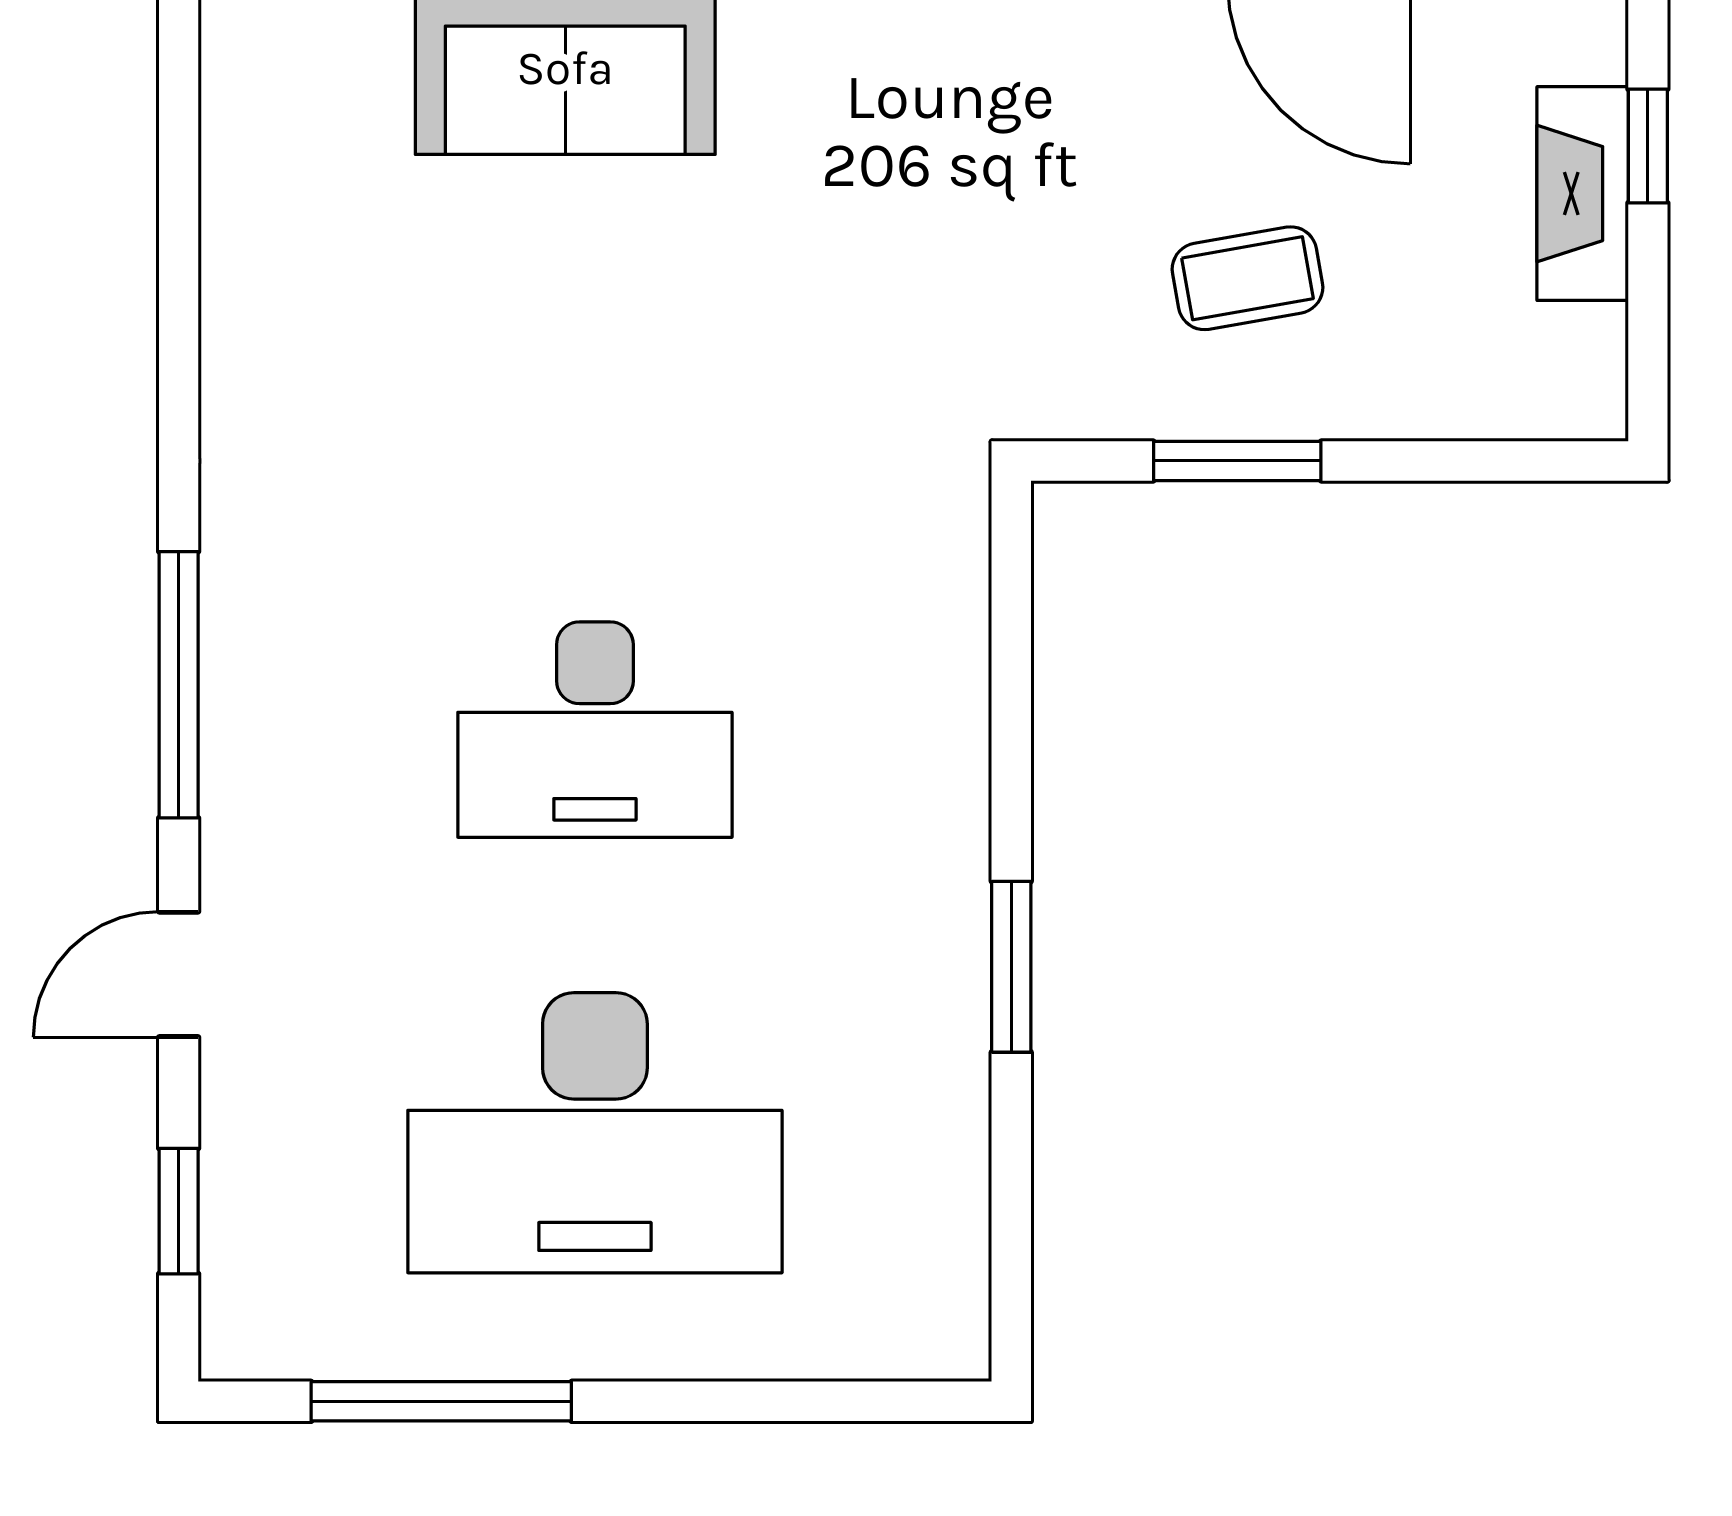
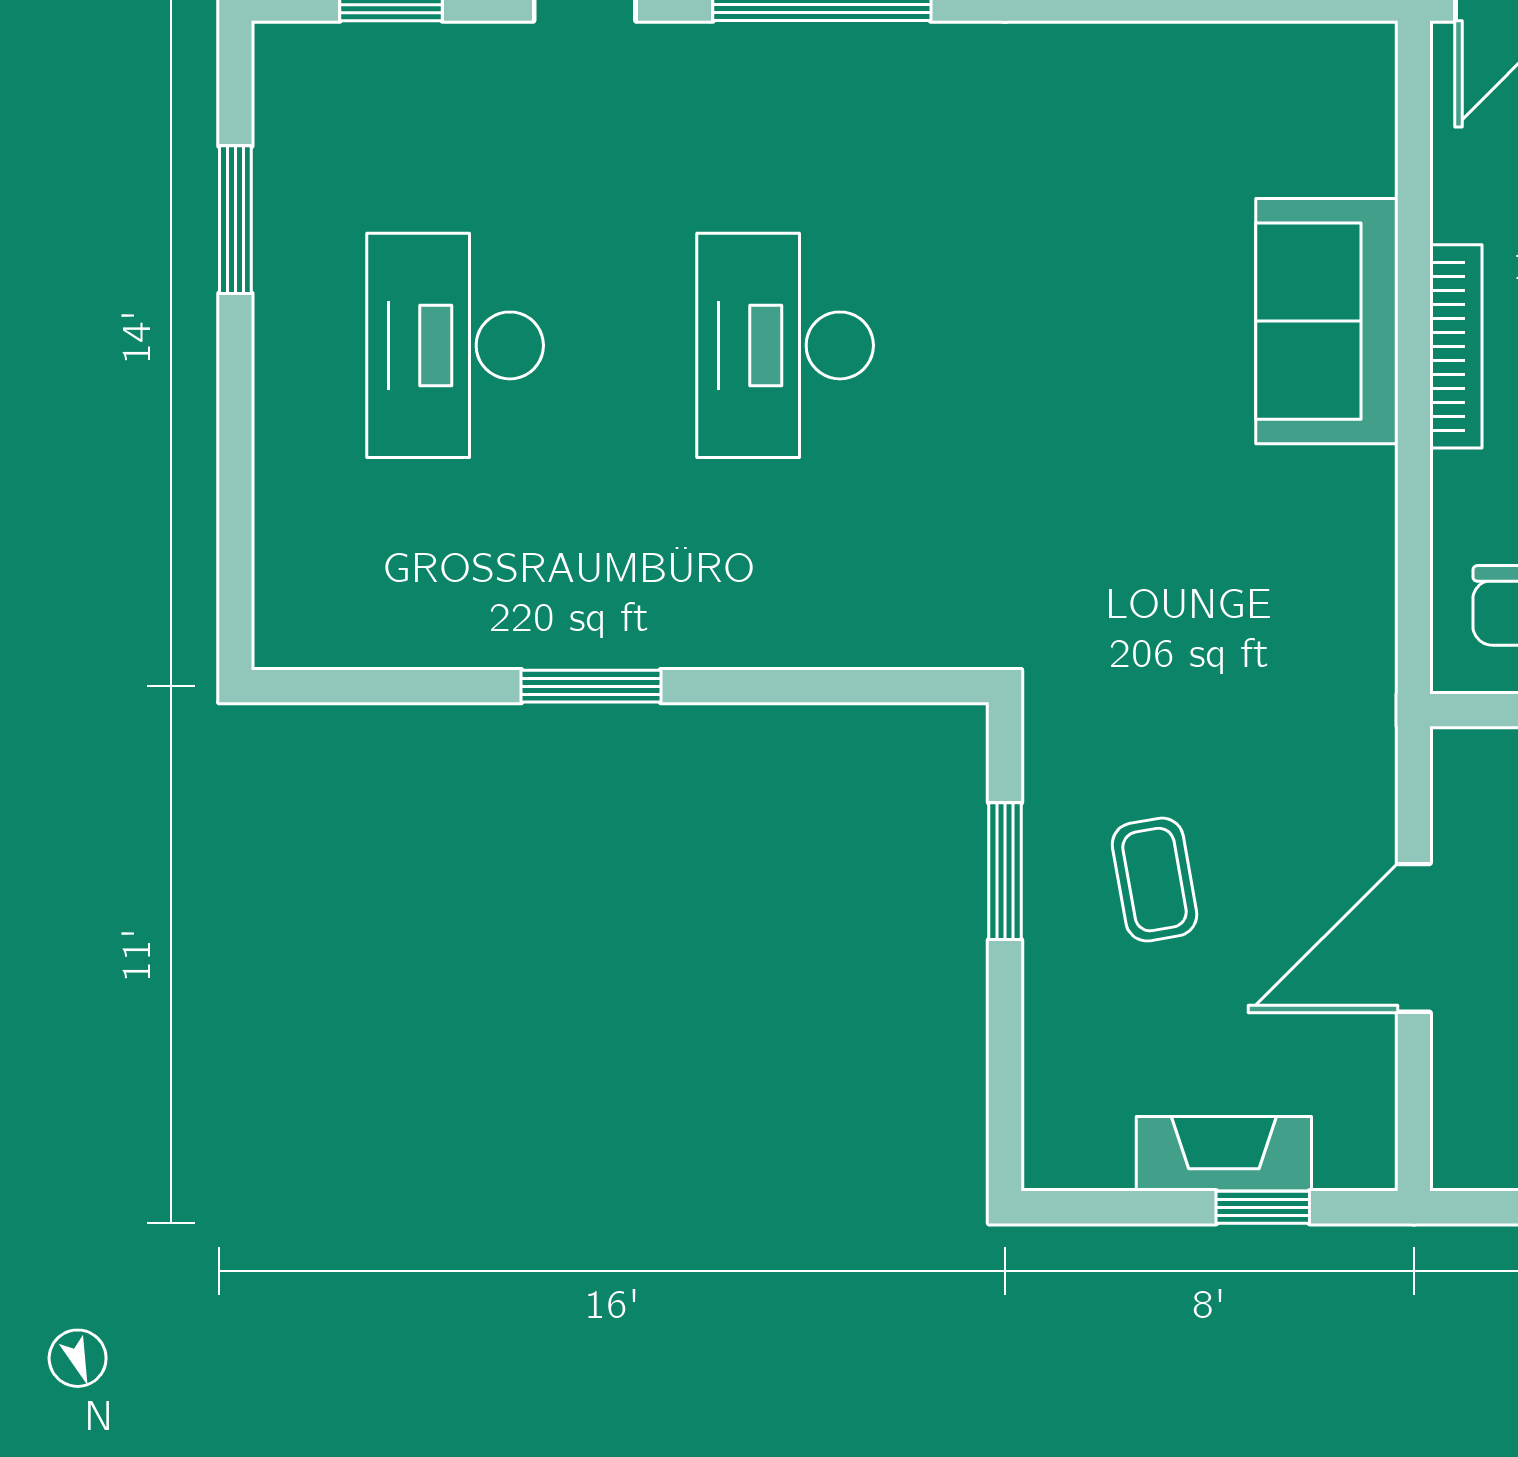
desk: (595, 1133) -> (455, 345), width x0.73, depth x0.77
window: (441, 1401) -> (235, 220), width x0.69

